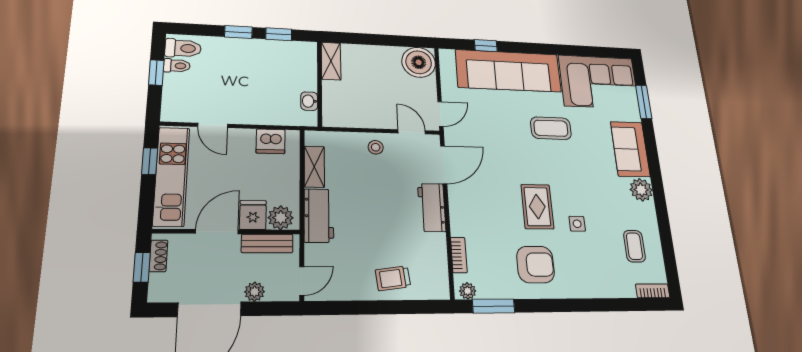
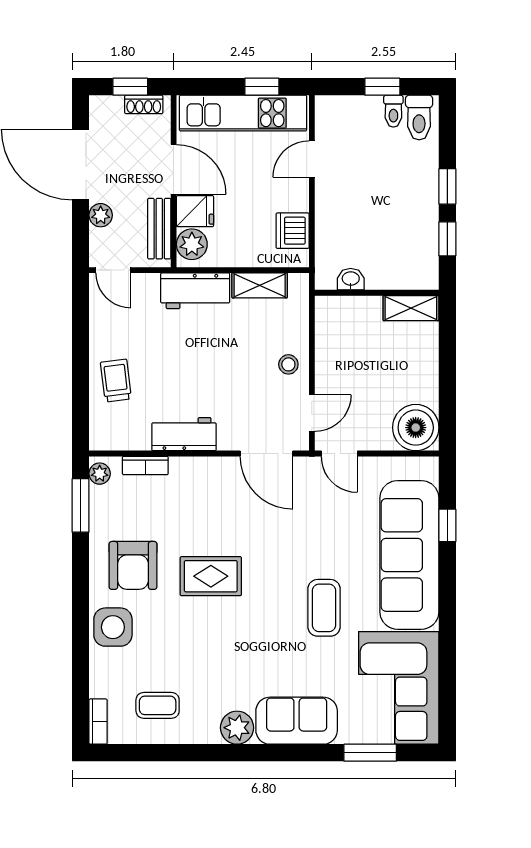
workbench: (432, 208) -> (184, 434), moved
side table: (577, 224) -> (113, 627), moved, width x1.87, depth x1.87

